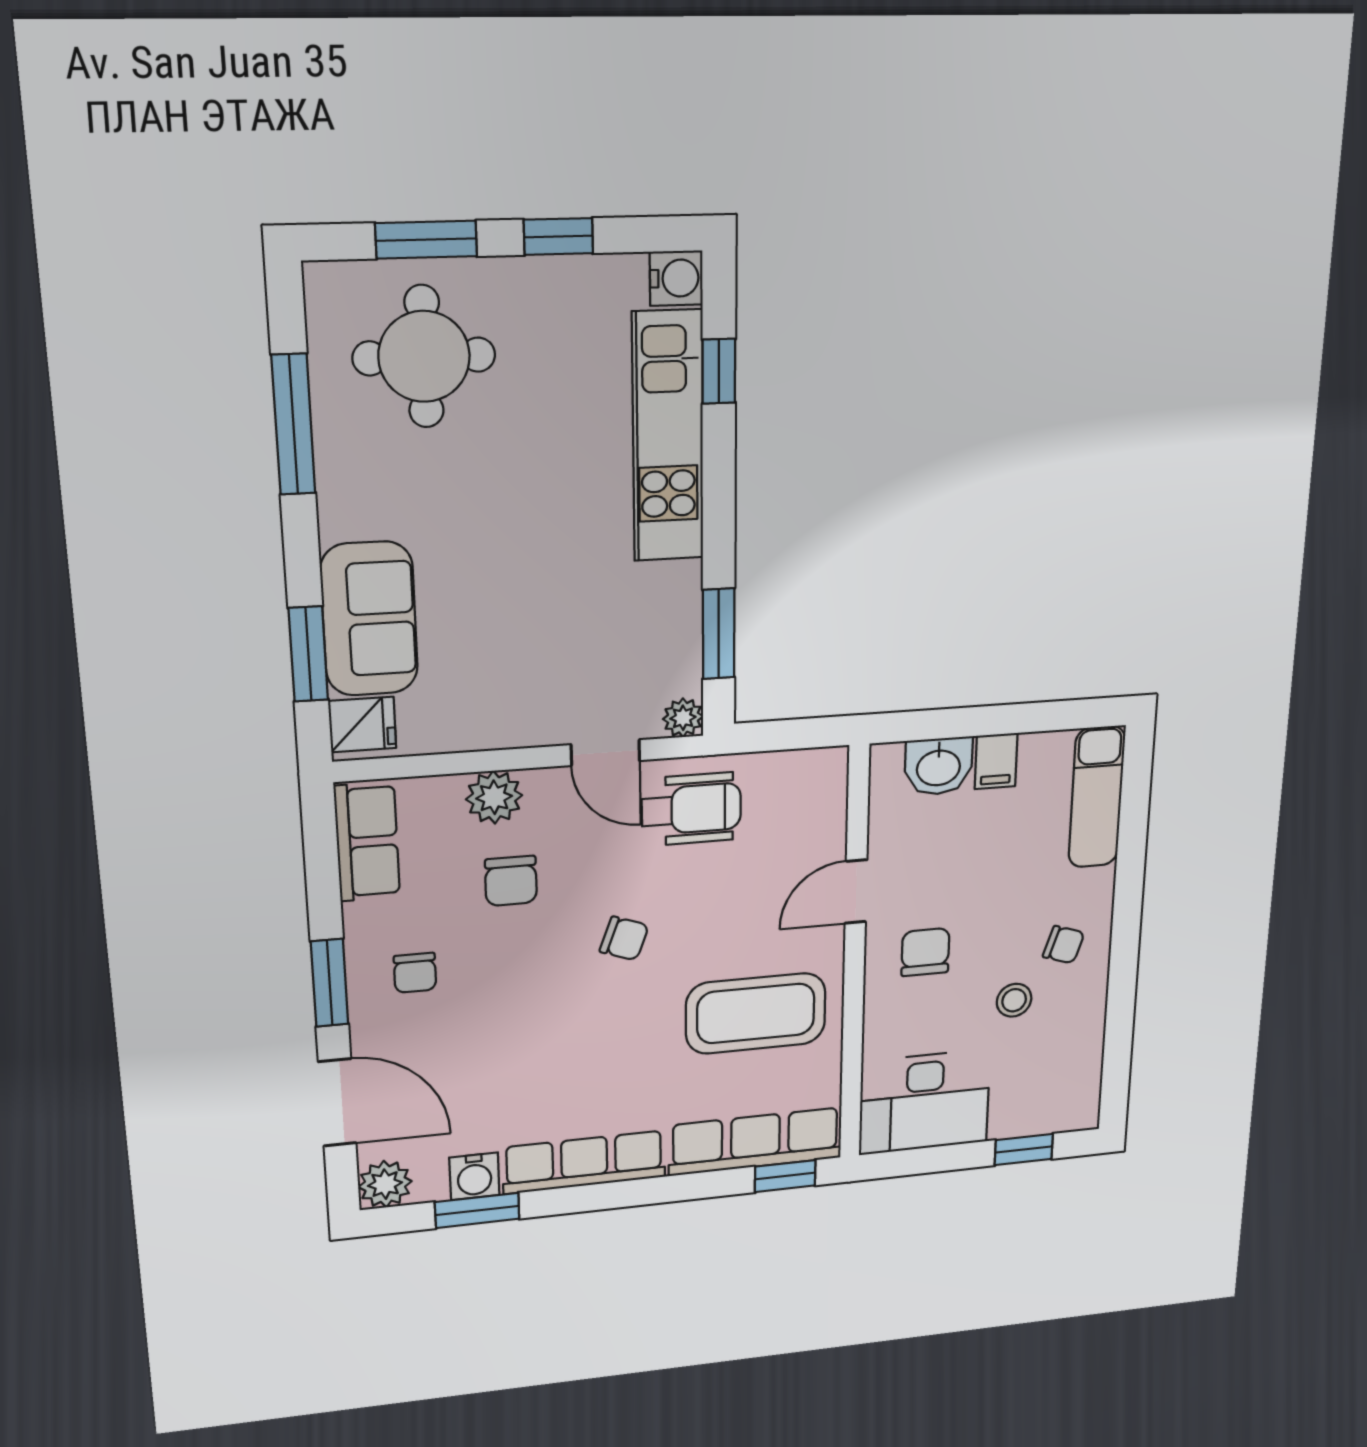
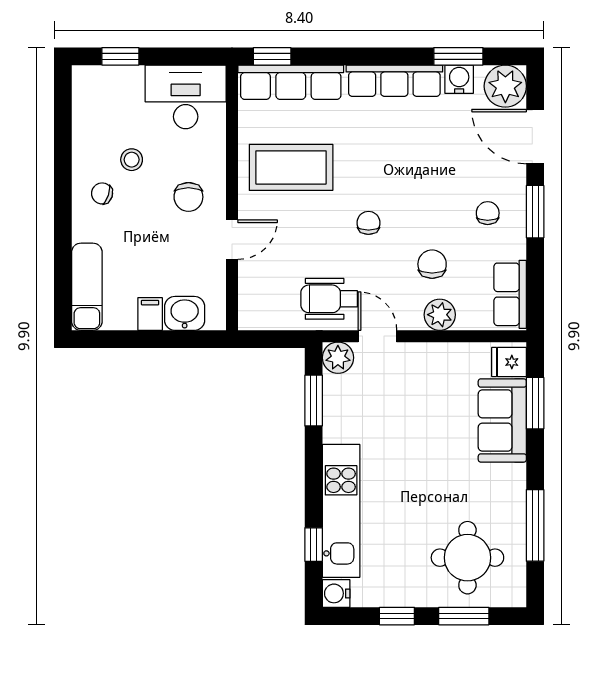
plant: (683, 718) -> (338, 358), width x1.38, depth x1.38
chair: (624, 938) -> (368, 223), turned 70
plant: (385, 1184) -> (505, 86), width x1.36, depth x1.36

